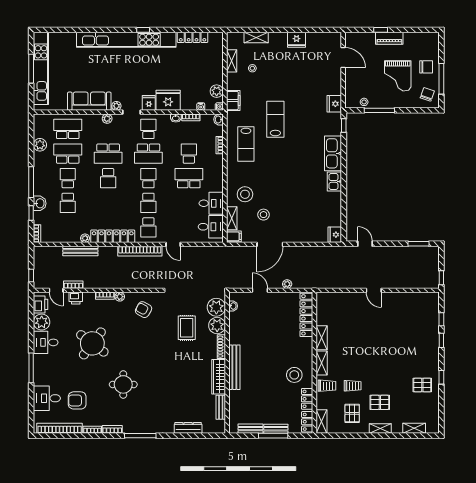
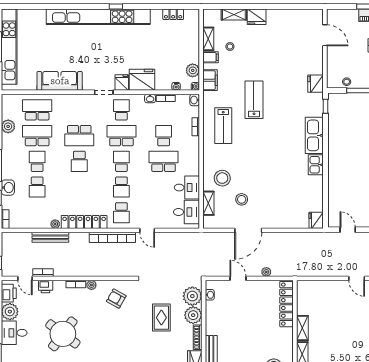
locker: (193, 37) -> (173, 14), width x0.66
fridge: (297, 40) -> (257, 17), moved
plant: (116, 106) -> (88, 86), removed
plant: (107, 119) -> (78, 99), removed
school desk: (148, 154) -> (121, 136), turned 180
filing cabinet: (234, 236) -> (211, 57), moved

